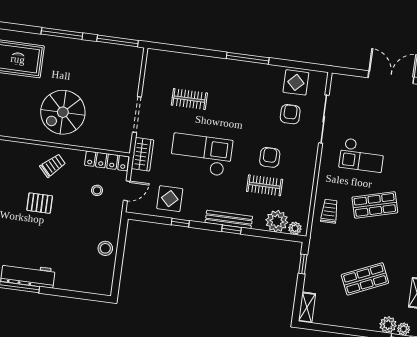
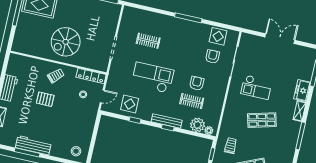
wardrobe: (142, 154) -> (115, 74), removed
trolley: (329, 211) -> (231, 146), moved
stool: (105, 248) -> (76, 151), moved

